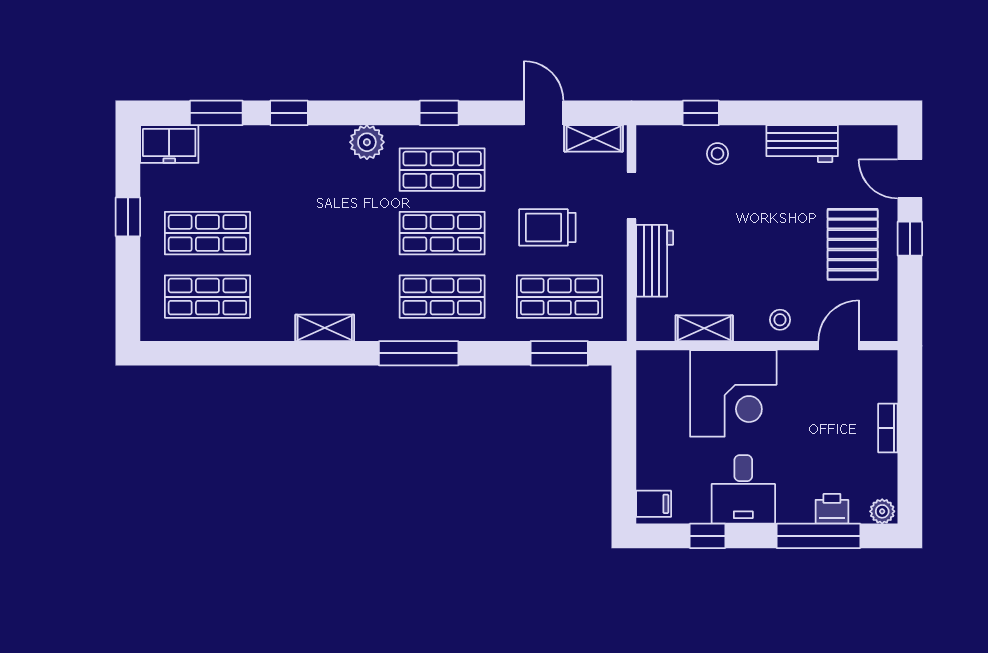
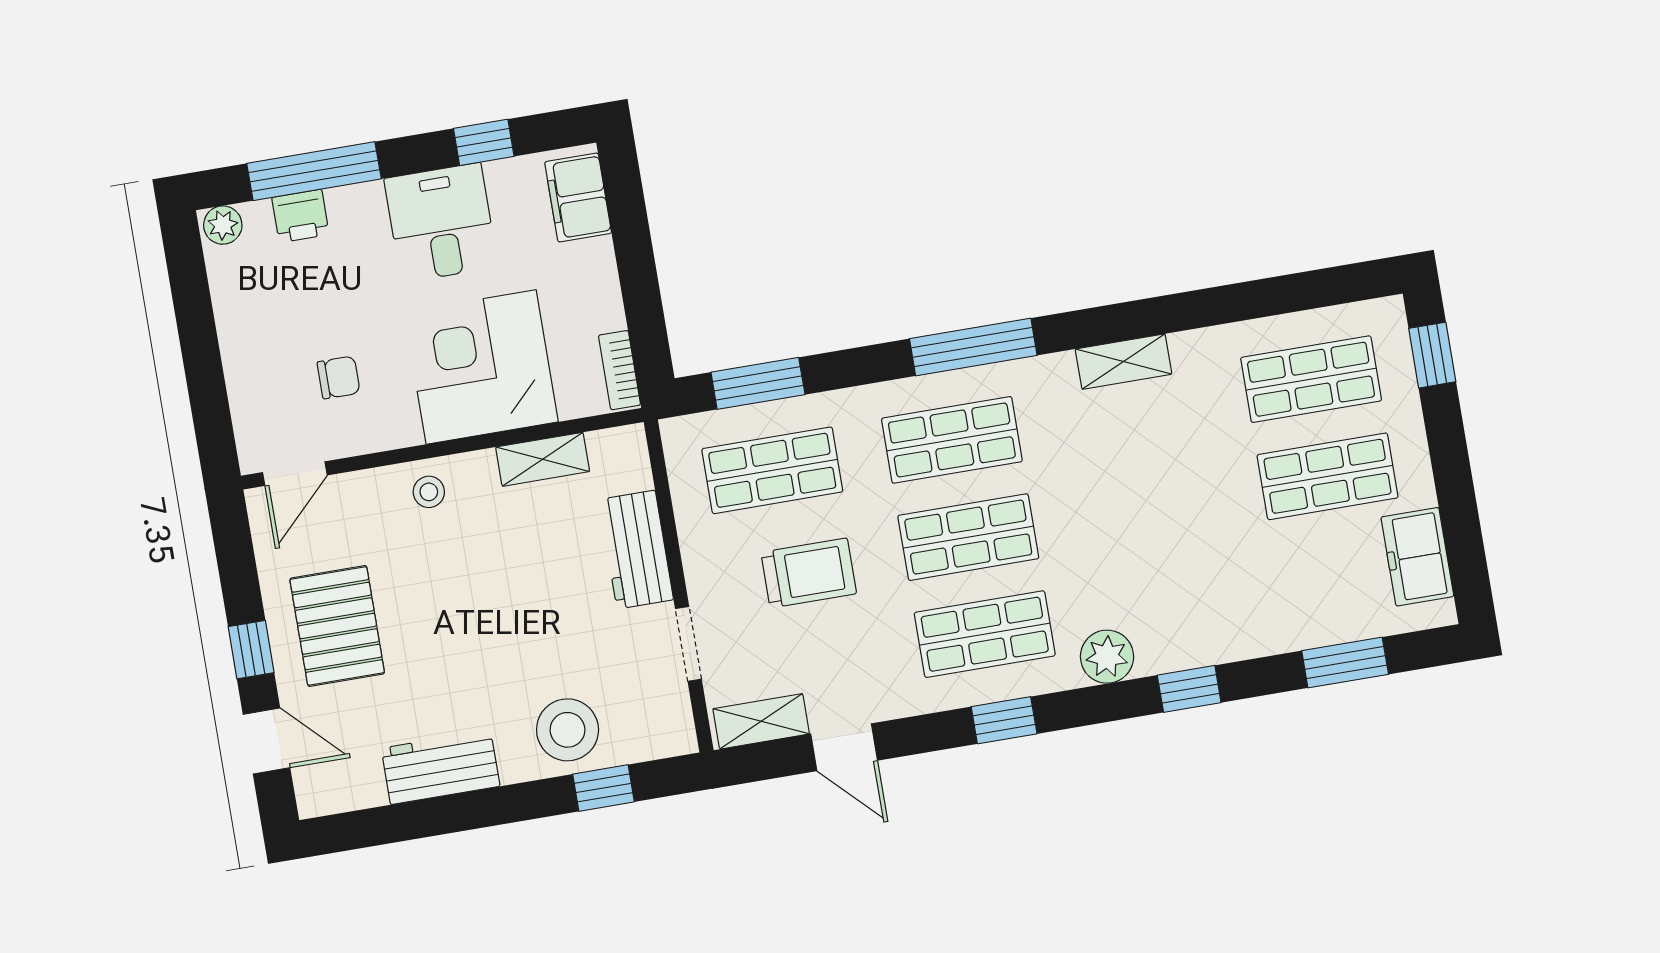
window: (289, 113) -> (1189, 689), moved
freezer: (169, 144) -> (1417, 557), moved, turned -90
stool: (717, 154) -> (568, 730), width x1.89, depth x1.89
window: (128, 217) -> (1432, 355), moved
door: (839, 346) -> (295, 474), moved
chair: (825, 402) -> (339, 377), added
bookcase: (888, 428) -> (619, 370), moved, turned 180
filing cabinet: (654, 504) -> (578, 198), width x2.00

